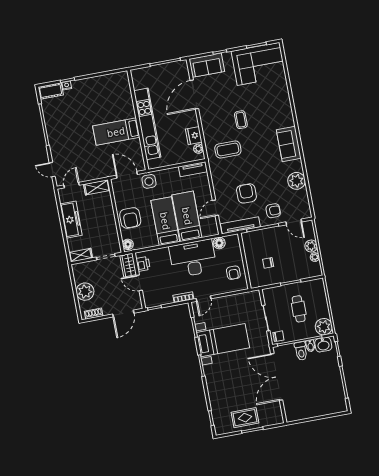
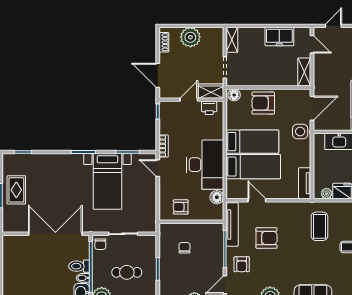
freezer: (71, 220) -> (279, 36), width x0.71

